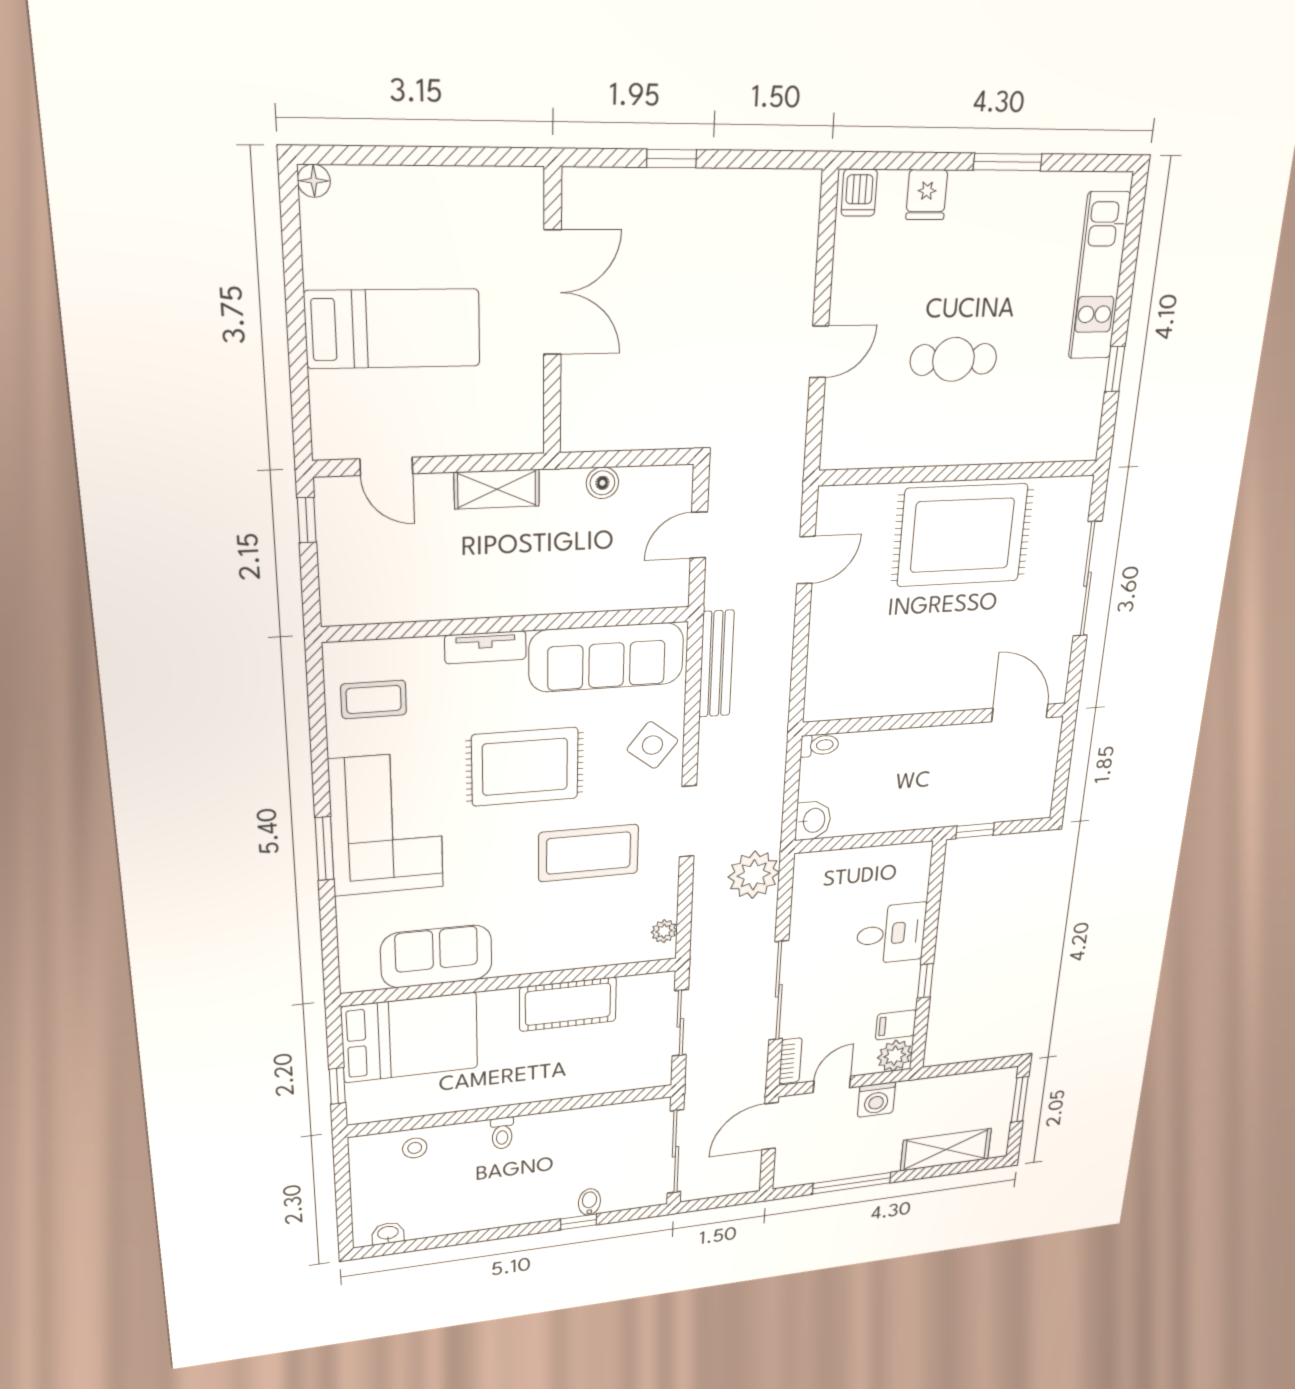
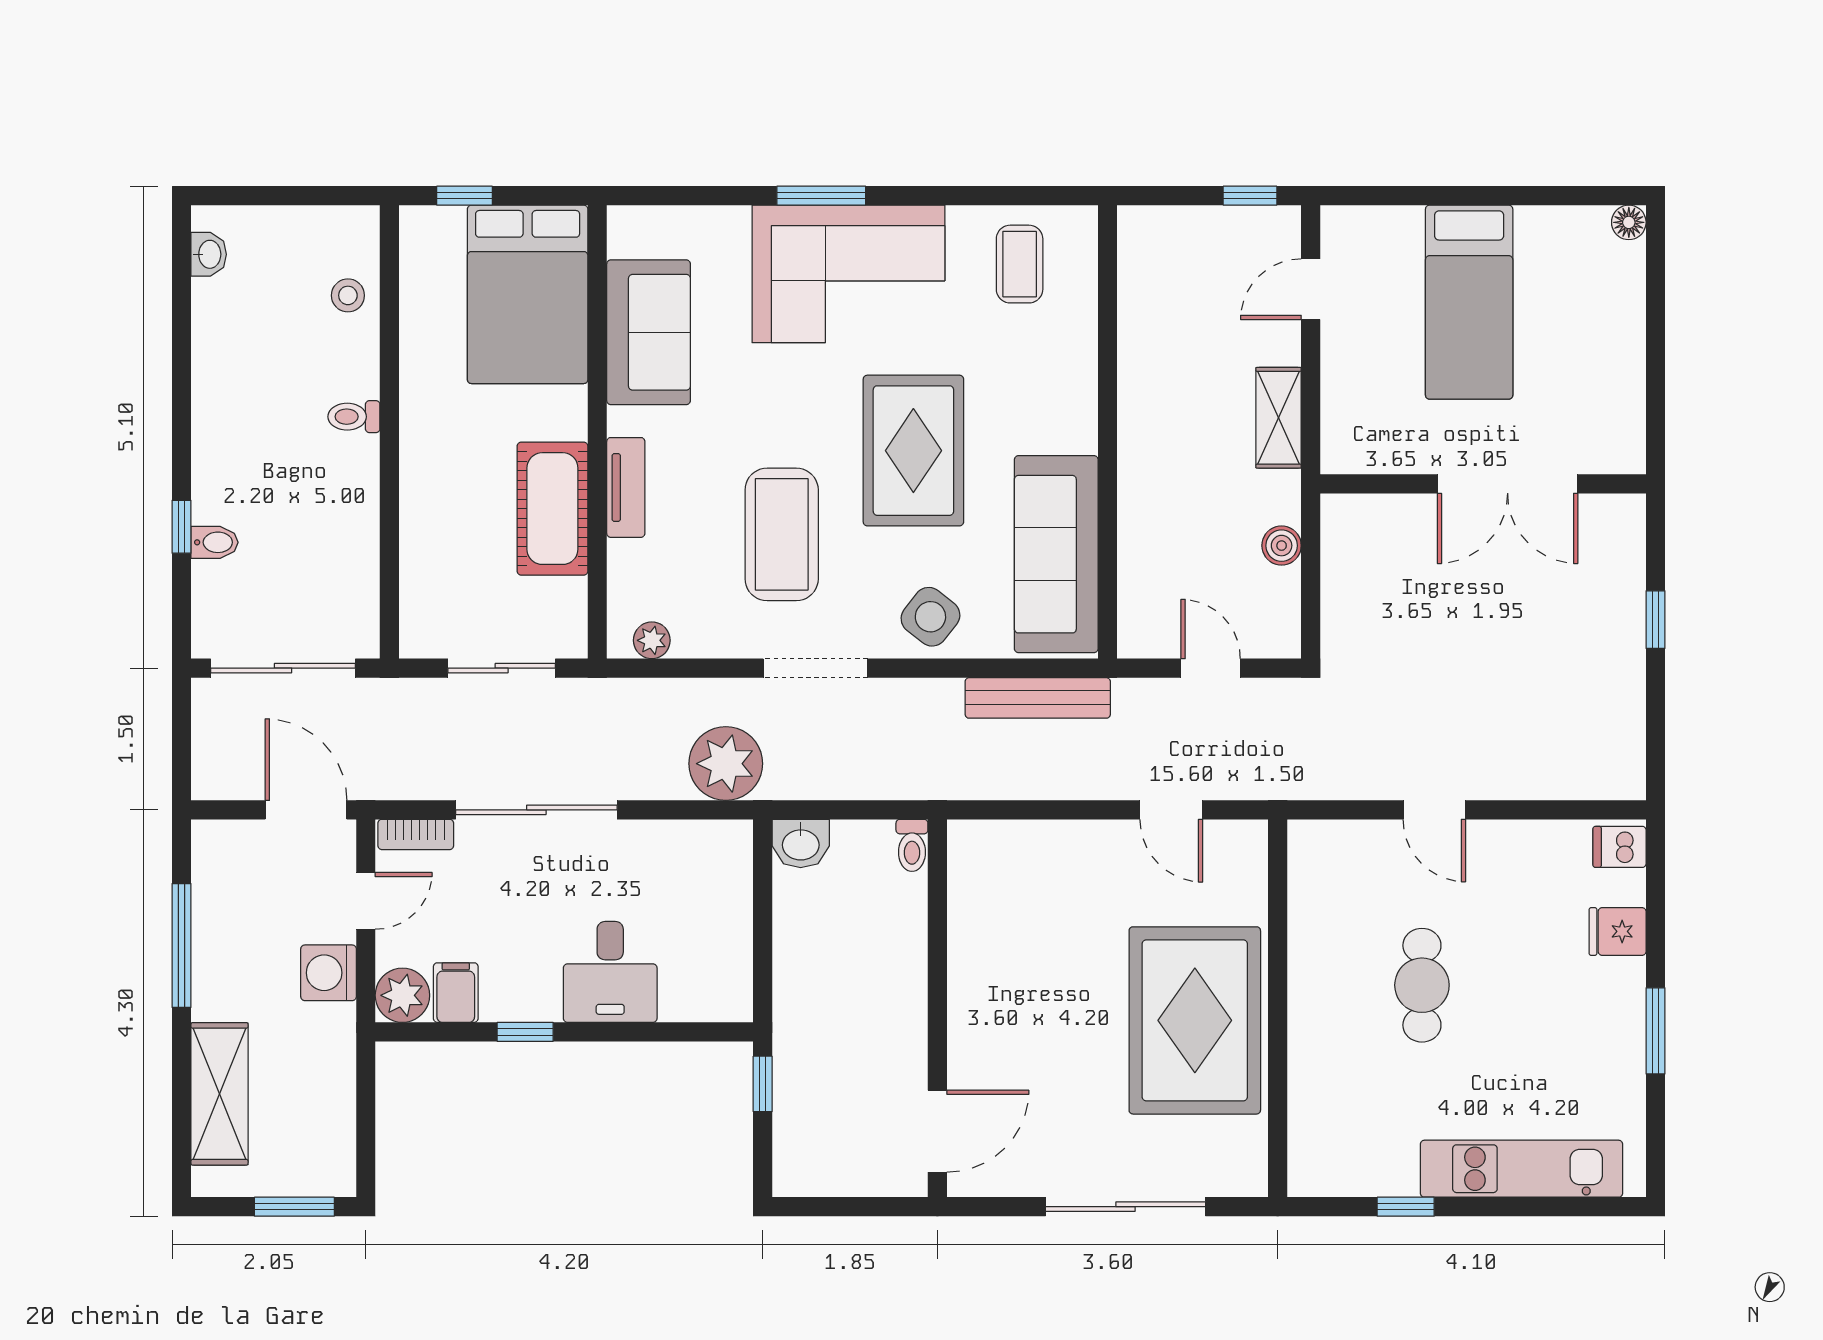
tv unit: (486, 647) -> (626, 487), moved, turned 180
door: (832, 1084) -> (366, 901), hinge flipped

